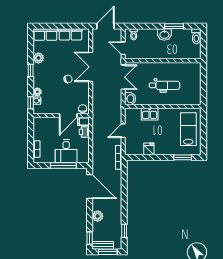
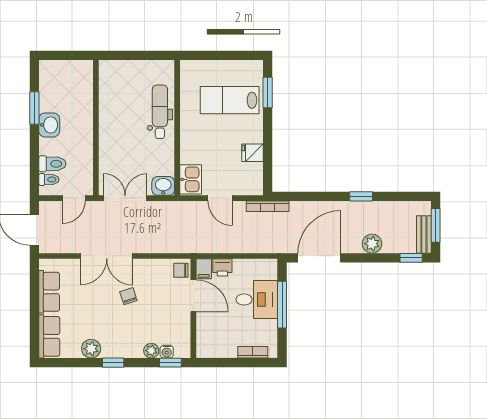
toilet: (196, 36) -> (52, 164), moved
dental chair: (165, 85) -> (160, 112), moved
kitchen sink: (150, 114) -> (191, 179), moved
lab bench: (188, 129) -> (230, 100), moved
window: (124, 231) -> (361, 196), moved

